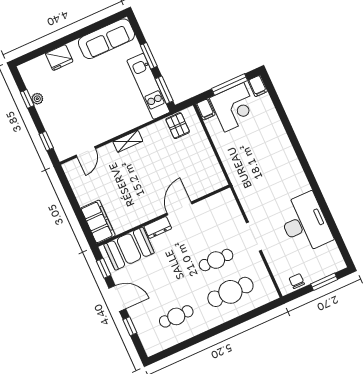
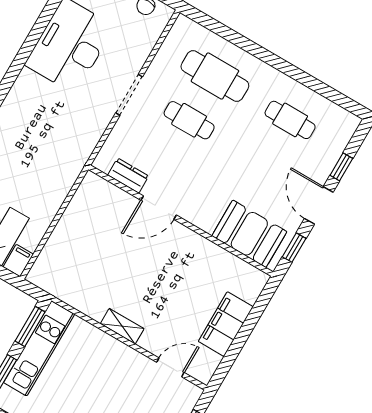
pallet: (178, 126) -> (61, 280), removed
filing cabinet: (98, 222) -> (226, 324), moved
dresser: (158, 227) -> (128, 176), moved

